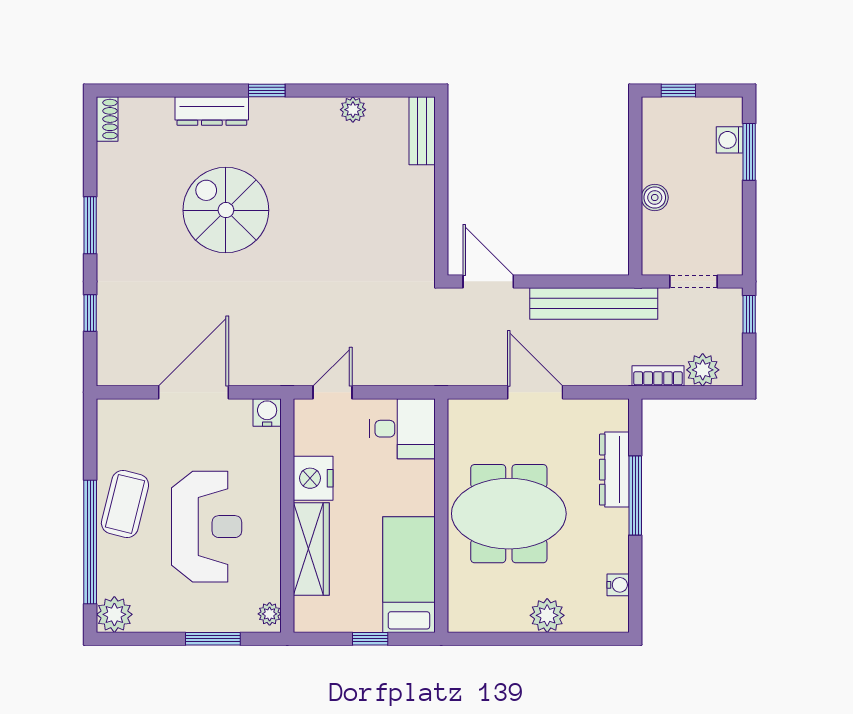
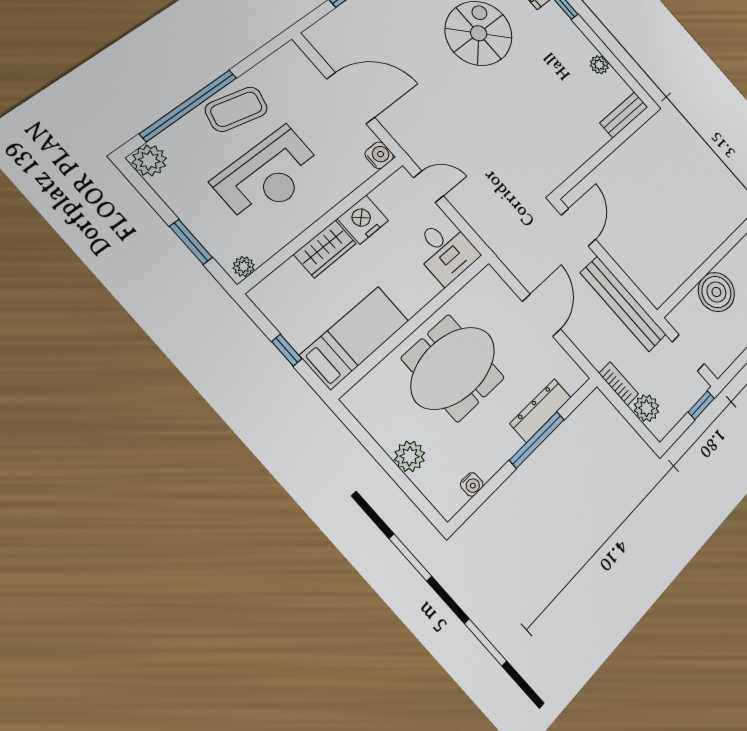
boiler: (655, 198) -> (716, 292), width x1.86, depth x1.86
meeting table: (509, 514) -> (453, 368), turned 90
wardrobe: (311, 549) -> (325, 249), width x0.67

